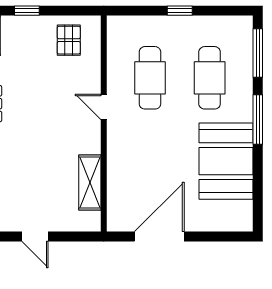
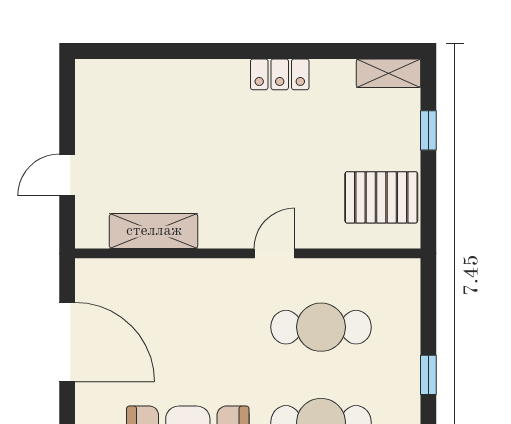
pallet: (69, 40) -> (381, 197), width x1.50, depth x1.42
door: (35, 237) -> (67, 175), moved

